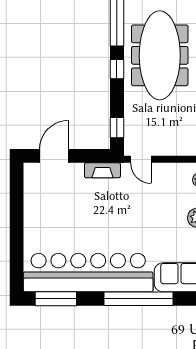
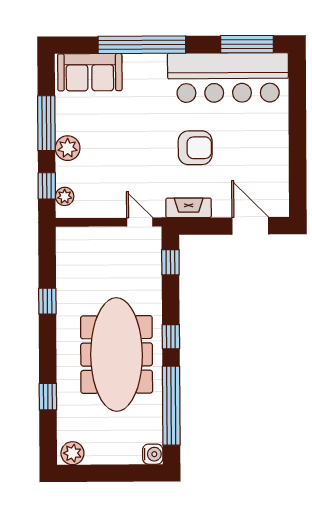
door: (54, 156) -> (250, 226), swing flipped
armchair: (97, 217) -> (195, 148), added
bar counter: (88, 273) -> (228, 78), width x0.73

